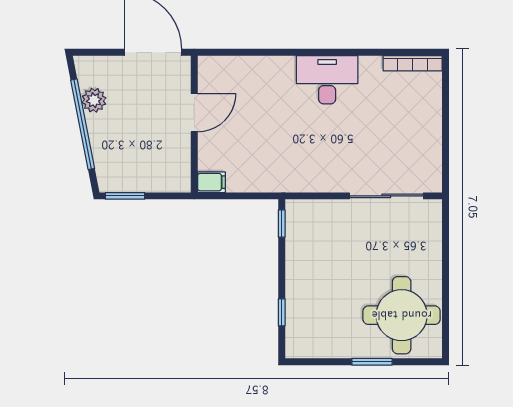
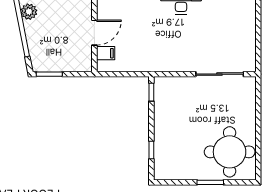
door: (194, 113) -> (94, 33), moved
filing cabinet: (211, 182) -> (106, 53), moved

